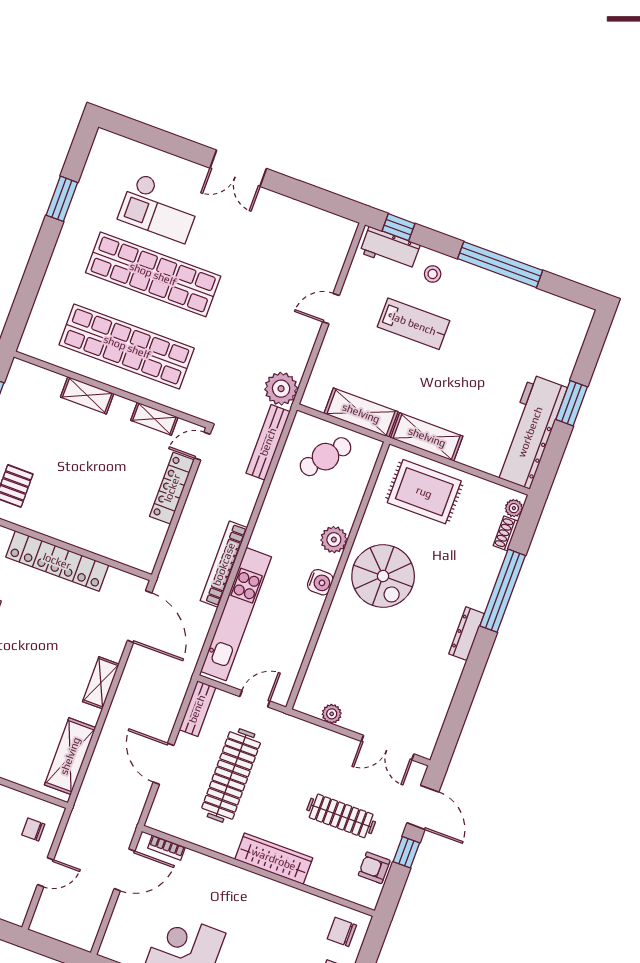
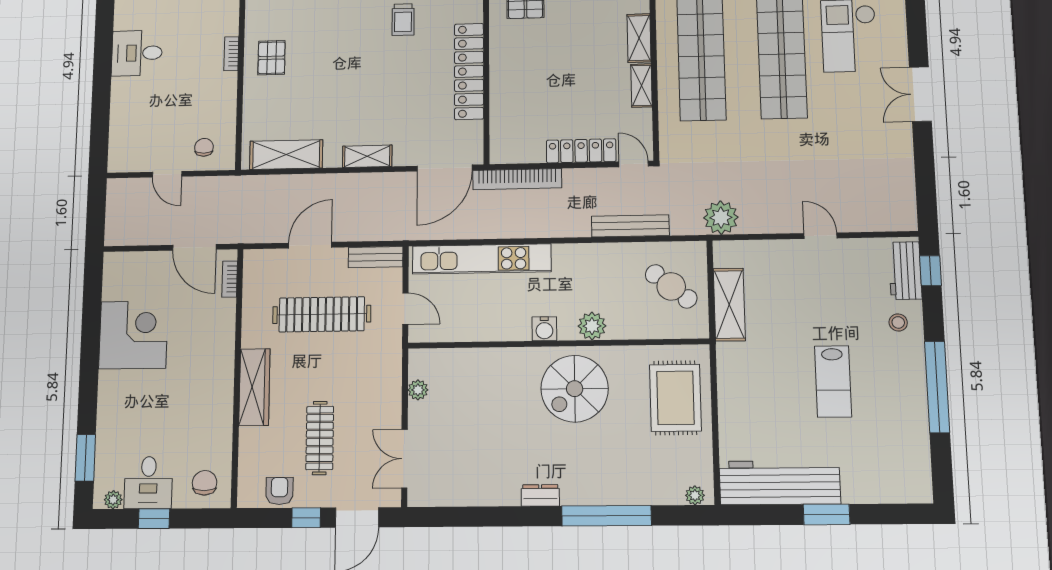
lab bench: (414, 324) -> (833, 381), moved
shelving: (154, 419) -> (641, 86), moved
shelving: (427, 437) -> (731, 379), removed
bench: (268, 442) -> (630, 226), moved
shoe rack: (506, 533) -> (666, 497), removed
bookcase: (224, 564) -> (517, 179), moved, turned 180
dresser: (467, 634) -> (540, 495), width x0.70

